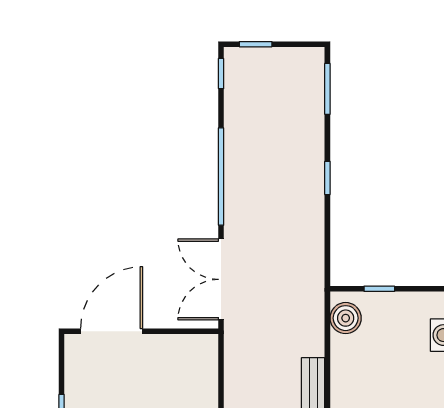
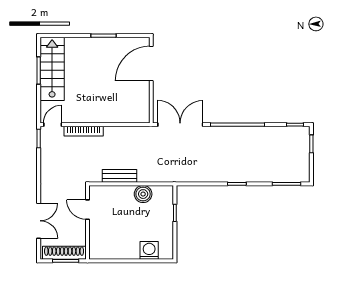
boiler: (346, 318) -> (143, 194), moved
door: (112, 331) -> (151, 63), swing flipped

